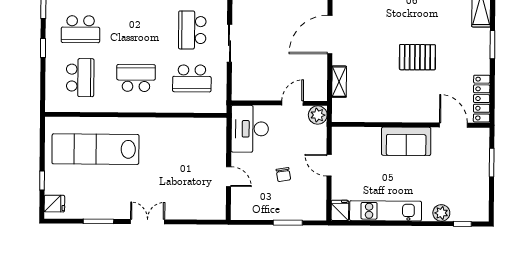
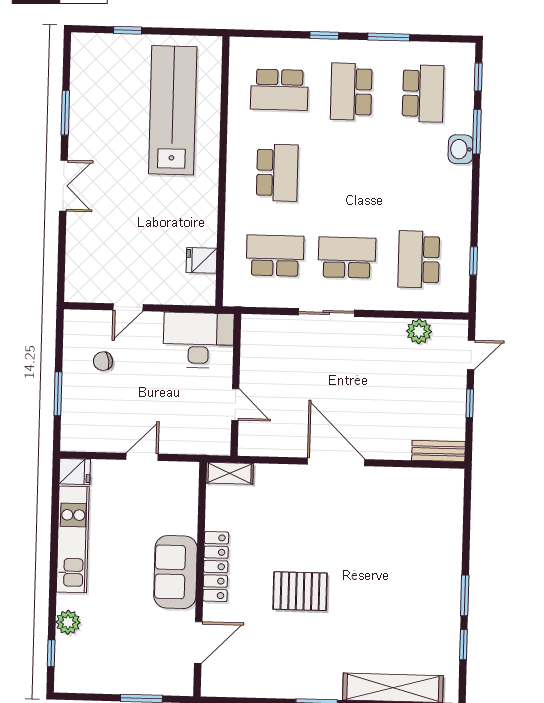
pallet: (417, 57) -> (300, 591), turned 90
school desk: (192, 78) -> (275, 256), turned 90
shelving: (339, 82) -> (230, 473), moved
locker: (482, 99) -> (216, 567), moved, turned 90
plant: (318, 115) -> (217, 441), removed
chair: (283, 175) -> (103, 361), moved
fridge: (54, 204) -> (202, 260), moved, turned 90

